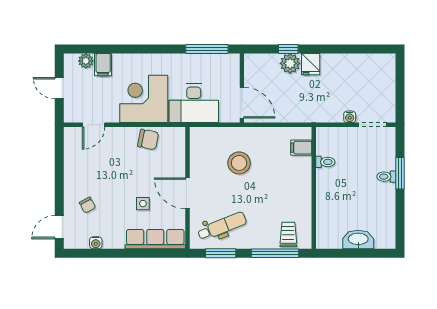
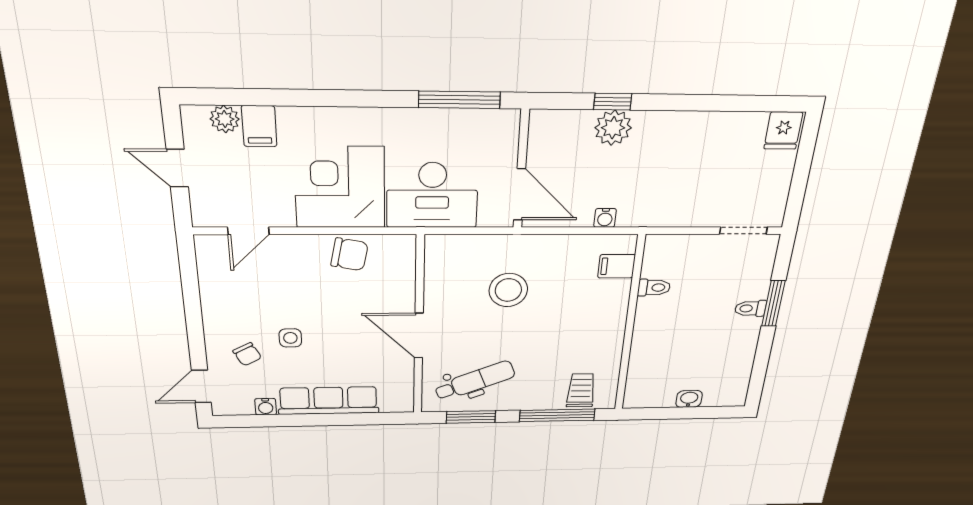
fridge: (311, 64) -> (783, 131), moved
water cooler: (350, 117) -> (605, 218), moved
side table: (143, 204) -> (290, 338), moved
row of seats: (155, 239) -> (329, 401), moved
washbasin: (358, 239) -> (689, 399), width x0.52, depth x0.69

